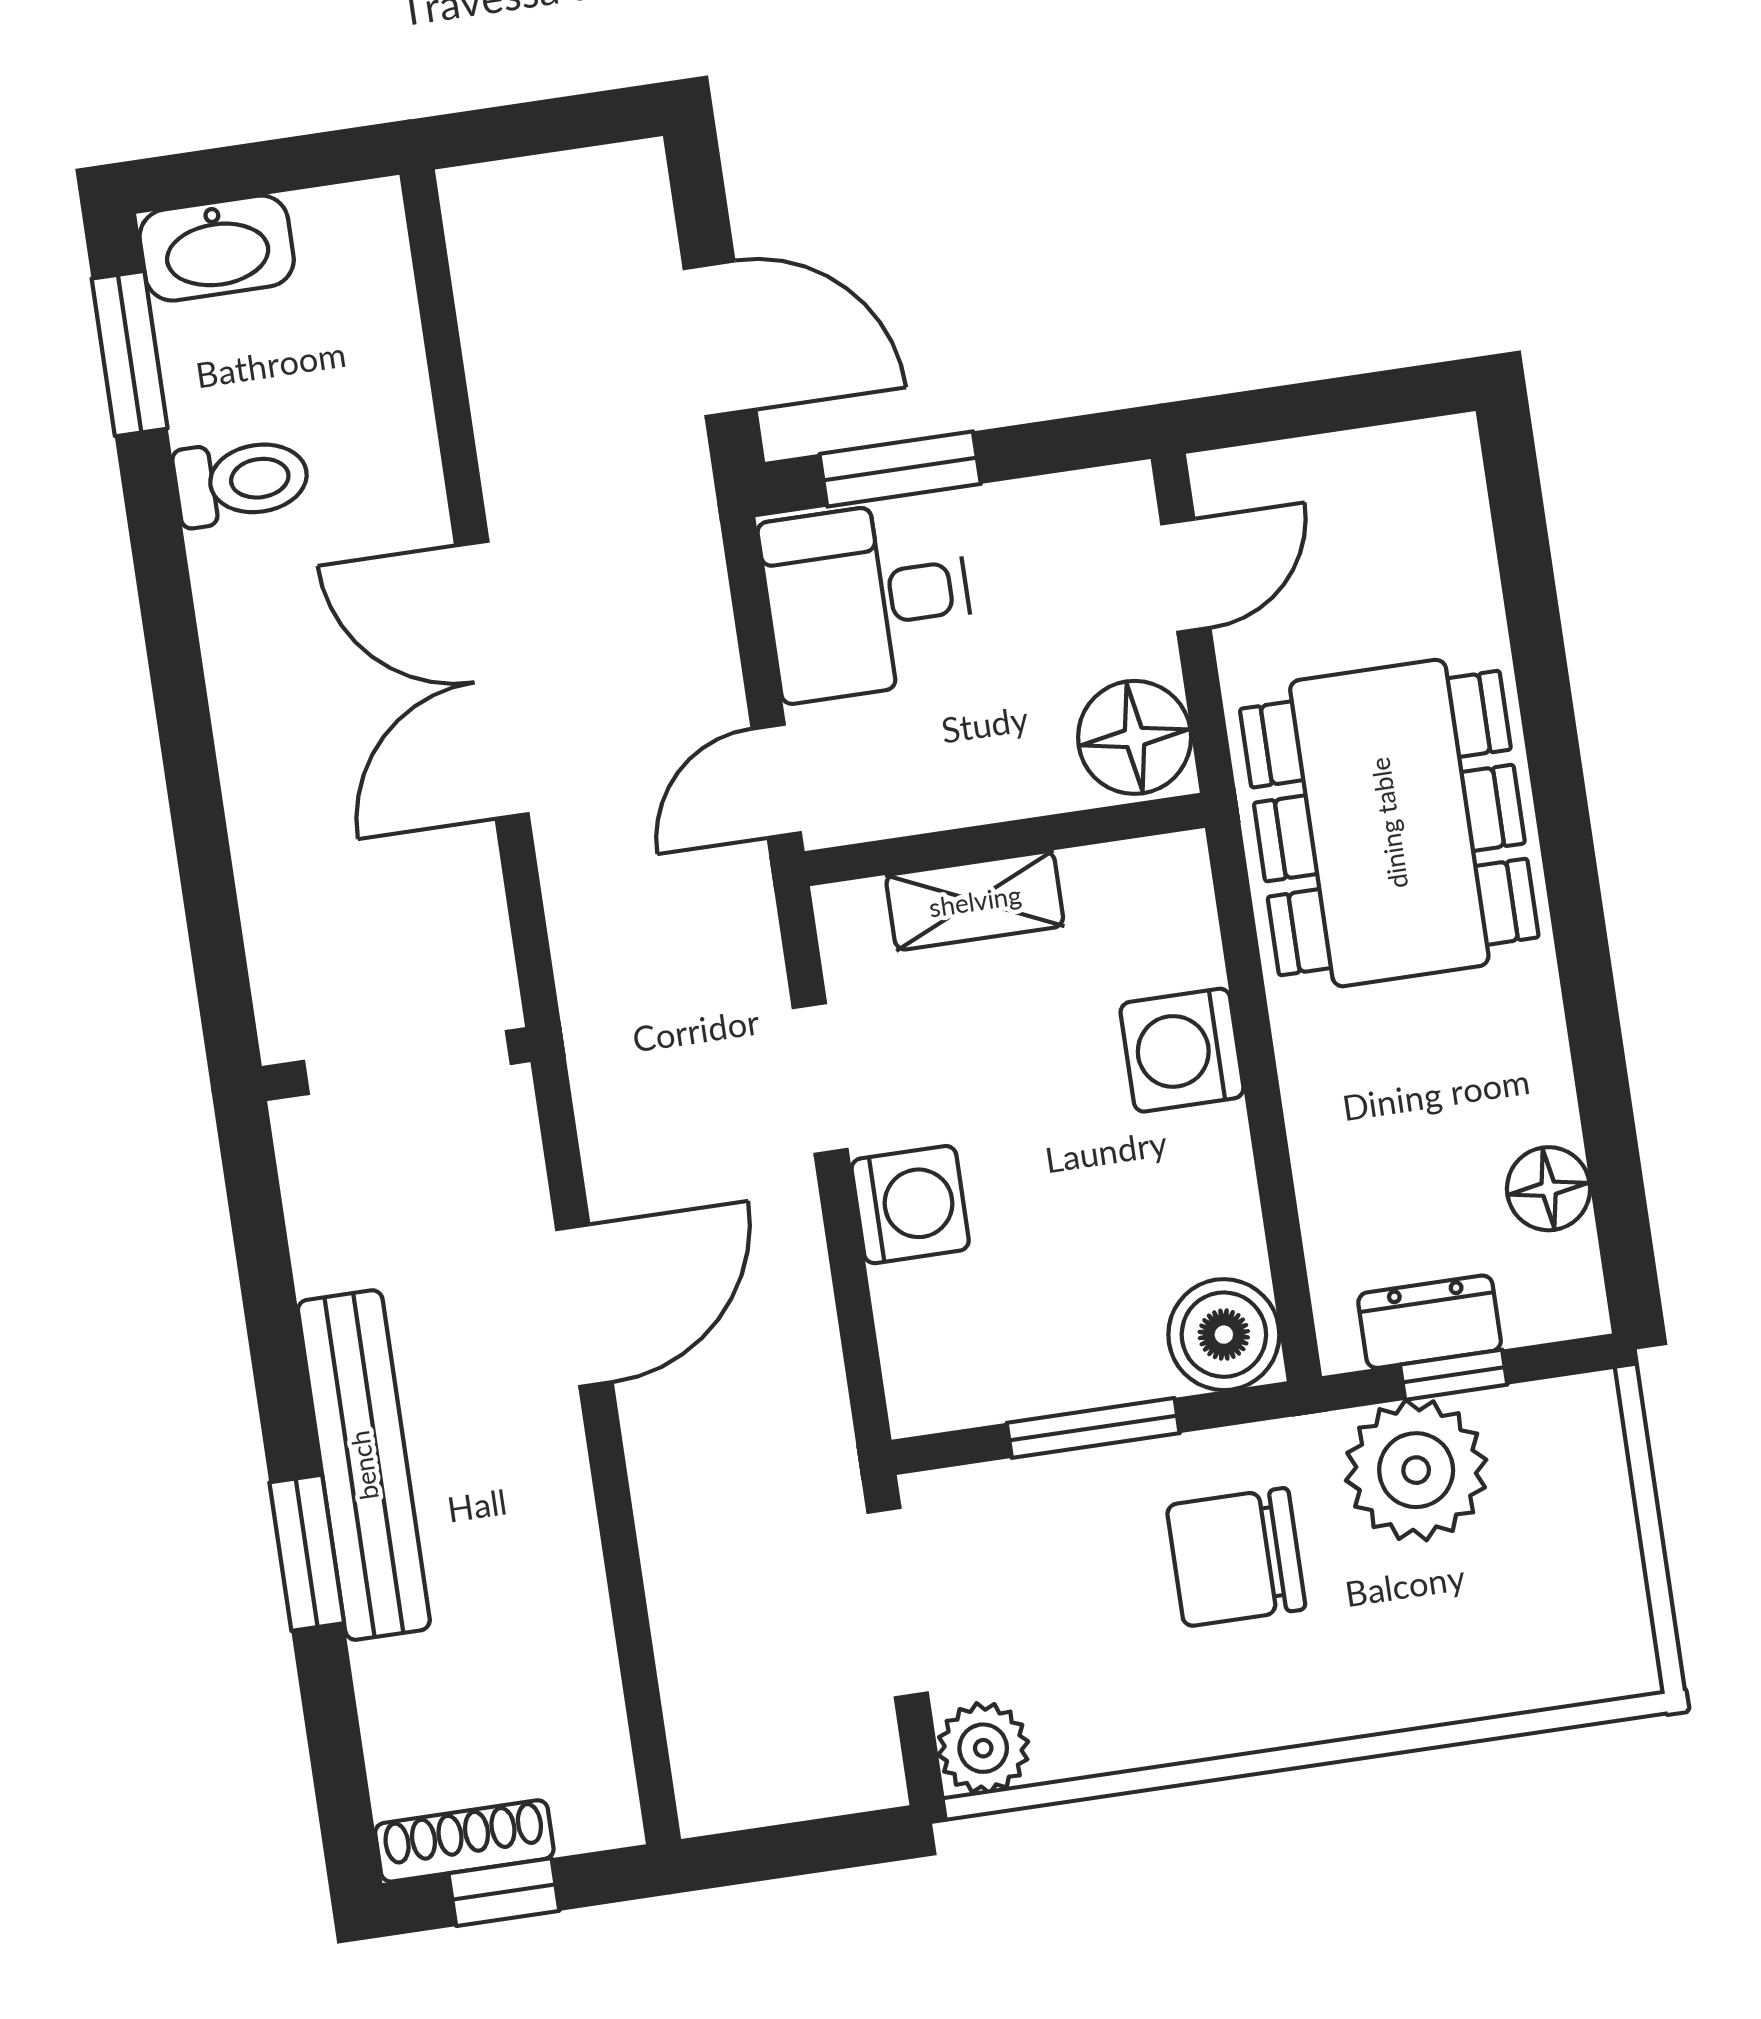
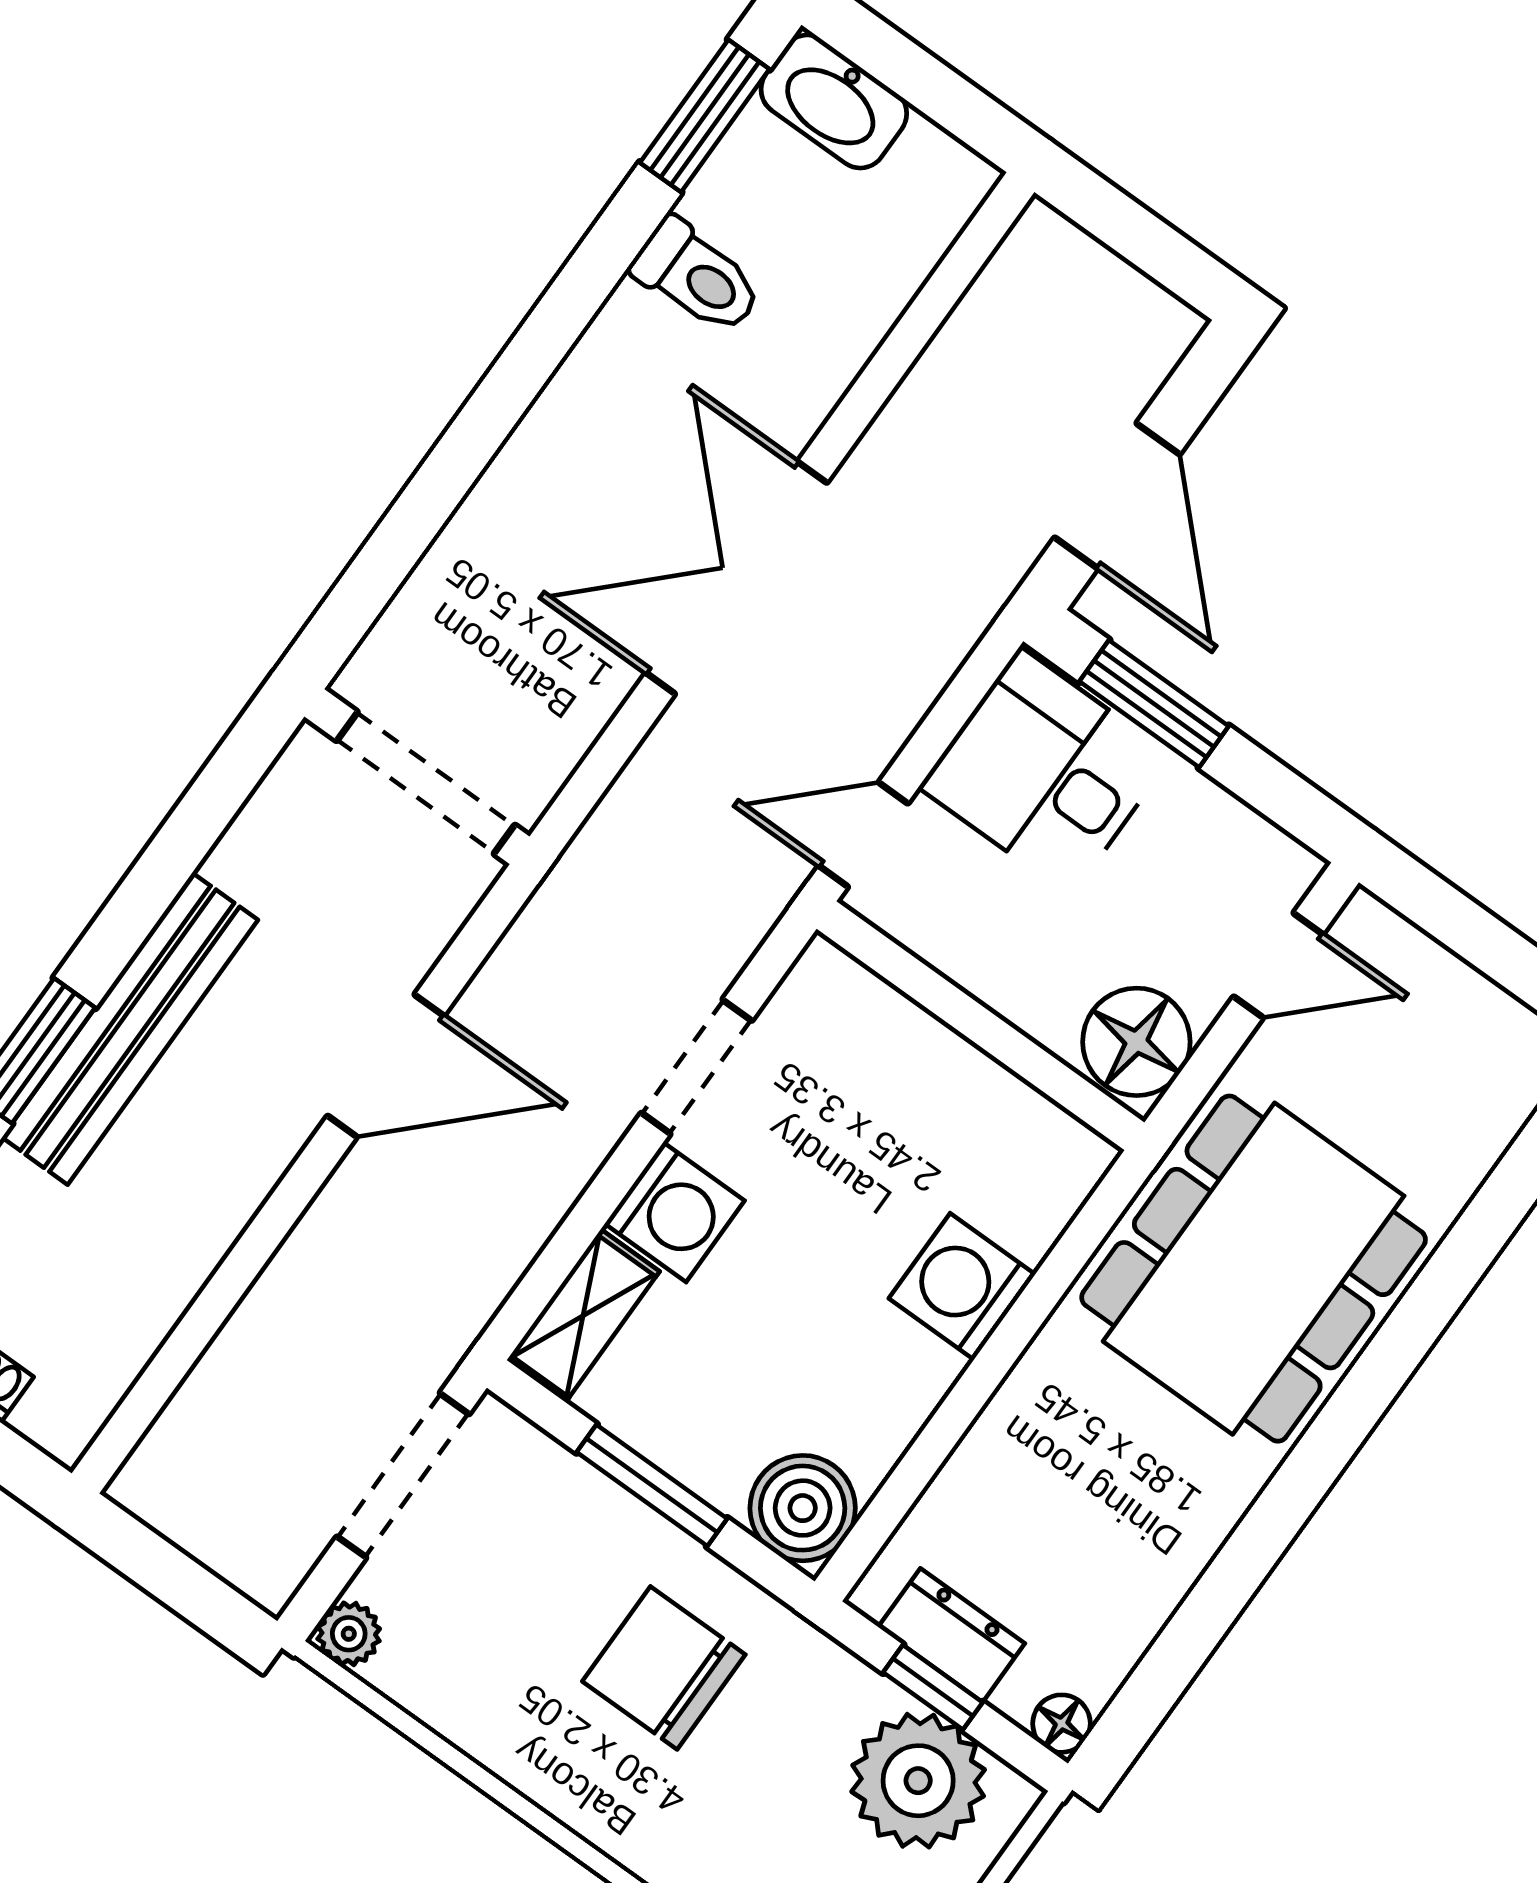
shelving: (975, 901) -> (583, 1316), moved, turned 90
floor lamp: (1549, 1189) -> (1062, 1724), moved, width x0.73, depth x0.73
plant: (1416, 1470) -> (918, 1781), moved
plant: (983, 1748) -> (349, 1634), width x0.73, depth x0.73

